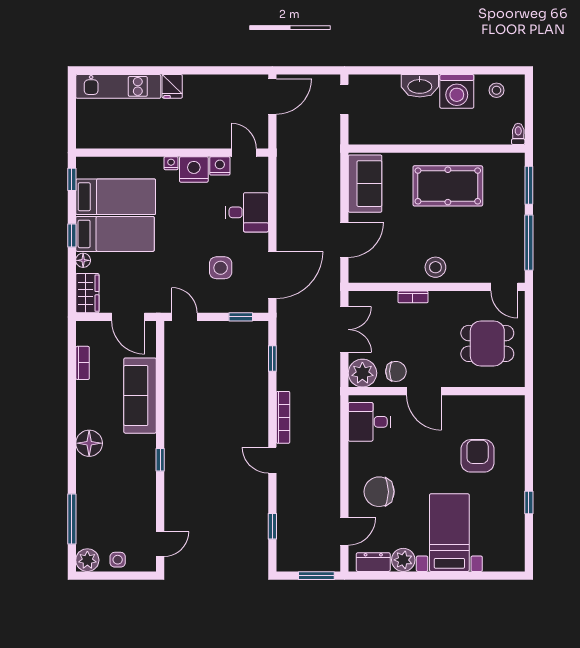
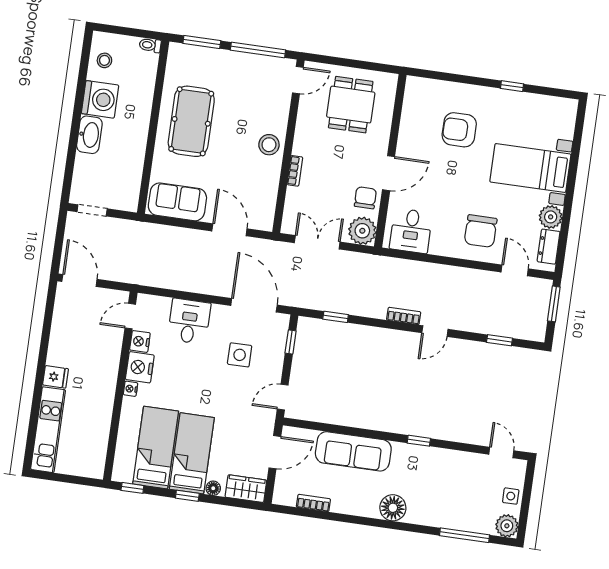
bookcase: (283, 417) -> (404, 316), width x0.64

